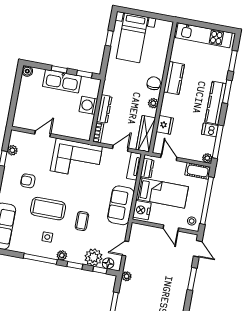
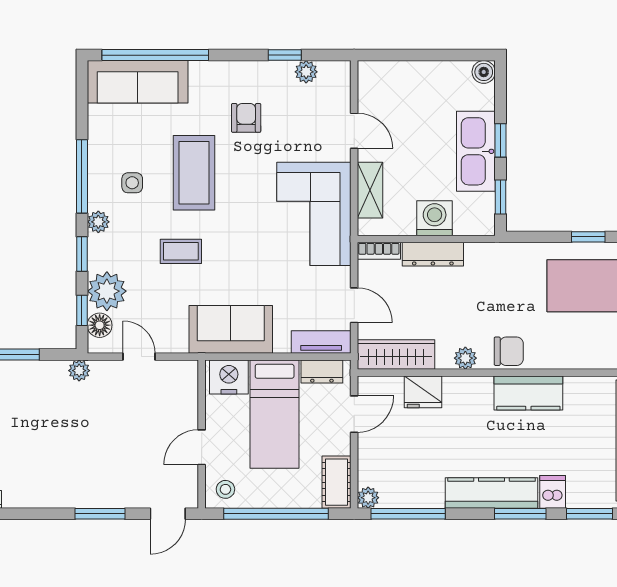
dishwasher: (210, 130) -> (553, 492), moved
shelving: (70, 132) -> (370, 190), added

